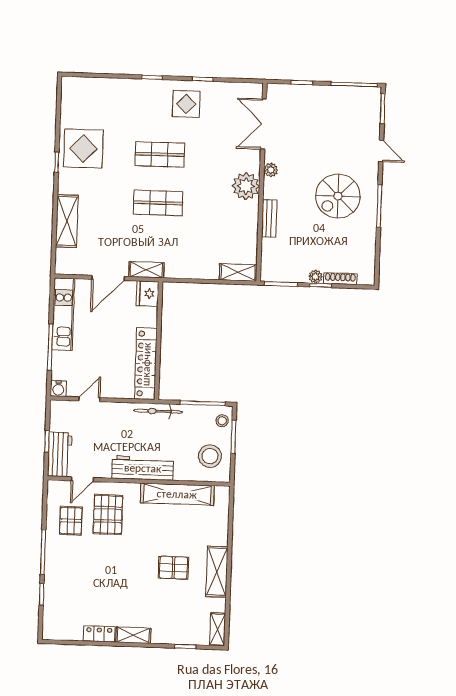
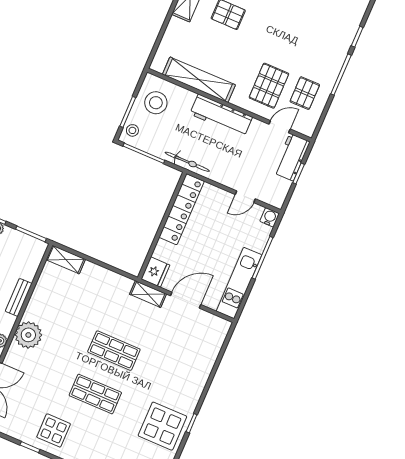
shelving: (67, 221) -> (203, 366), removed

